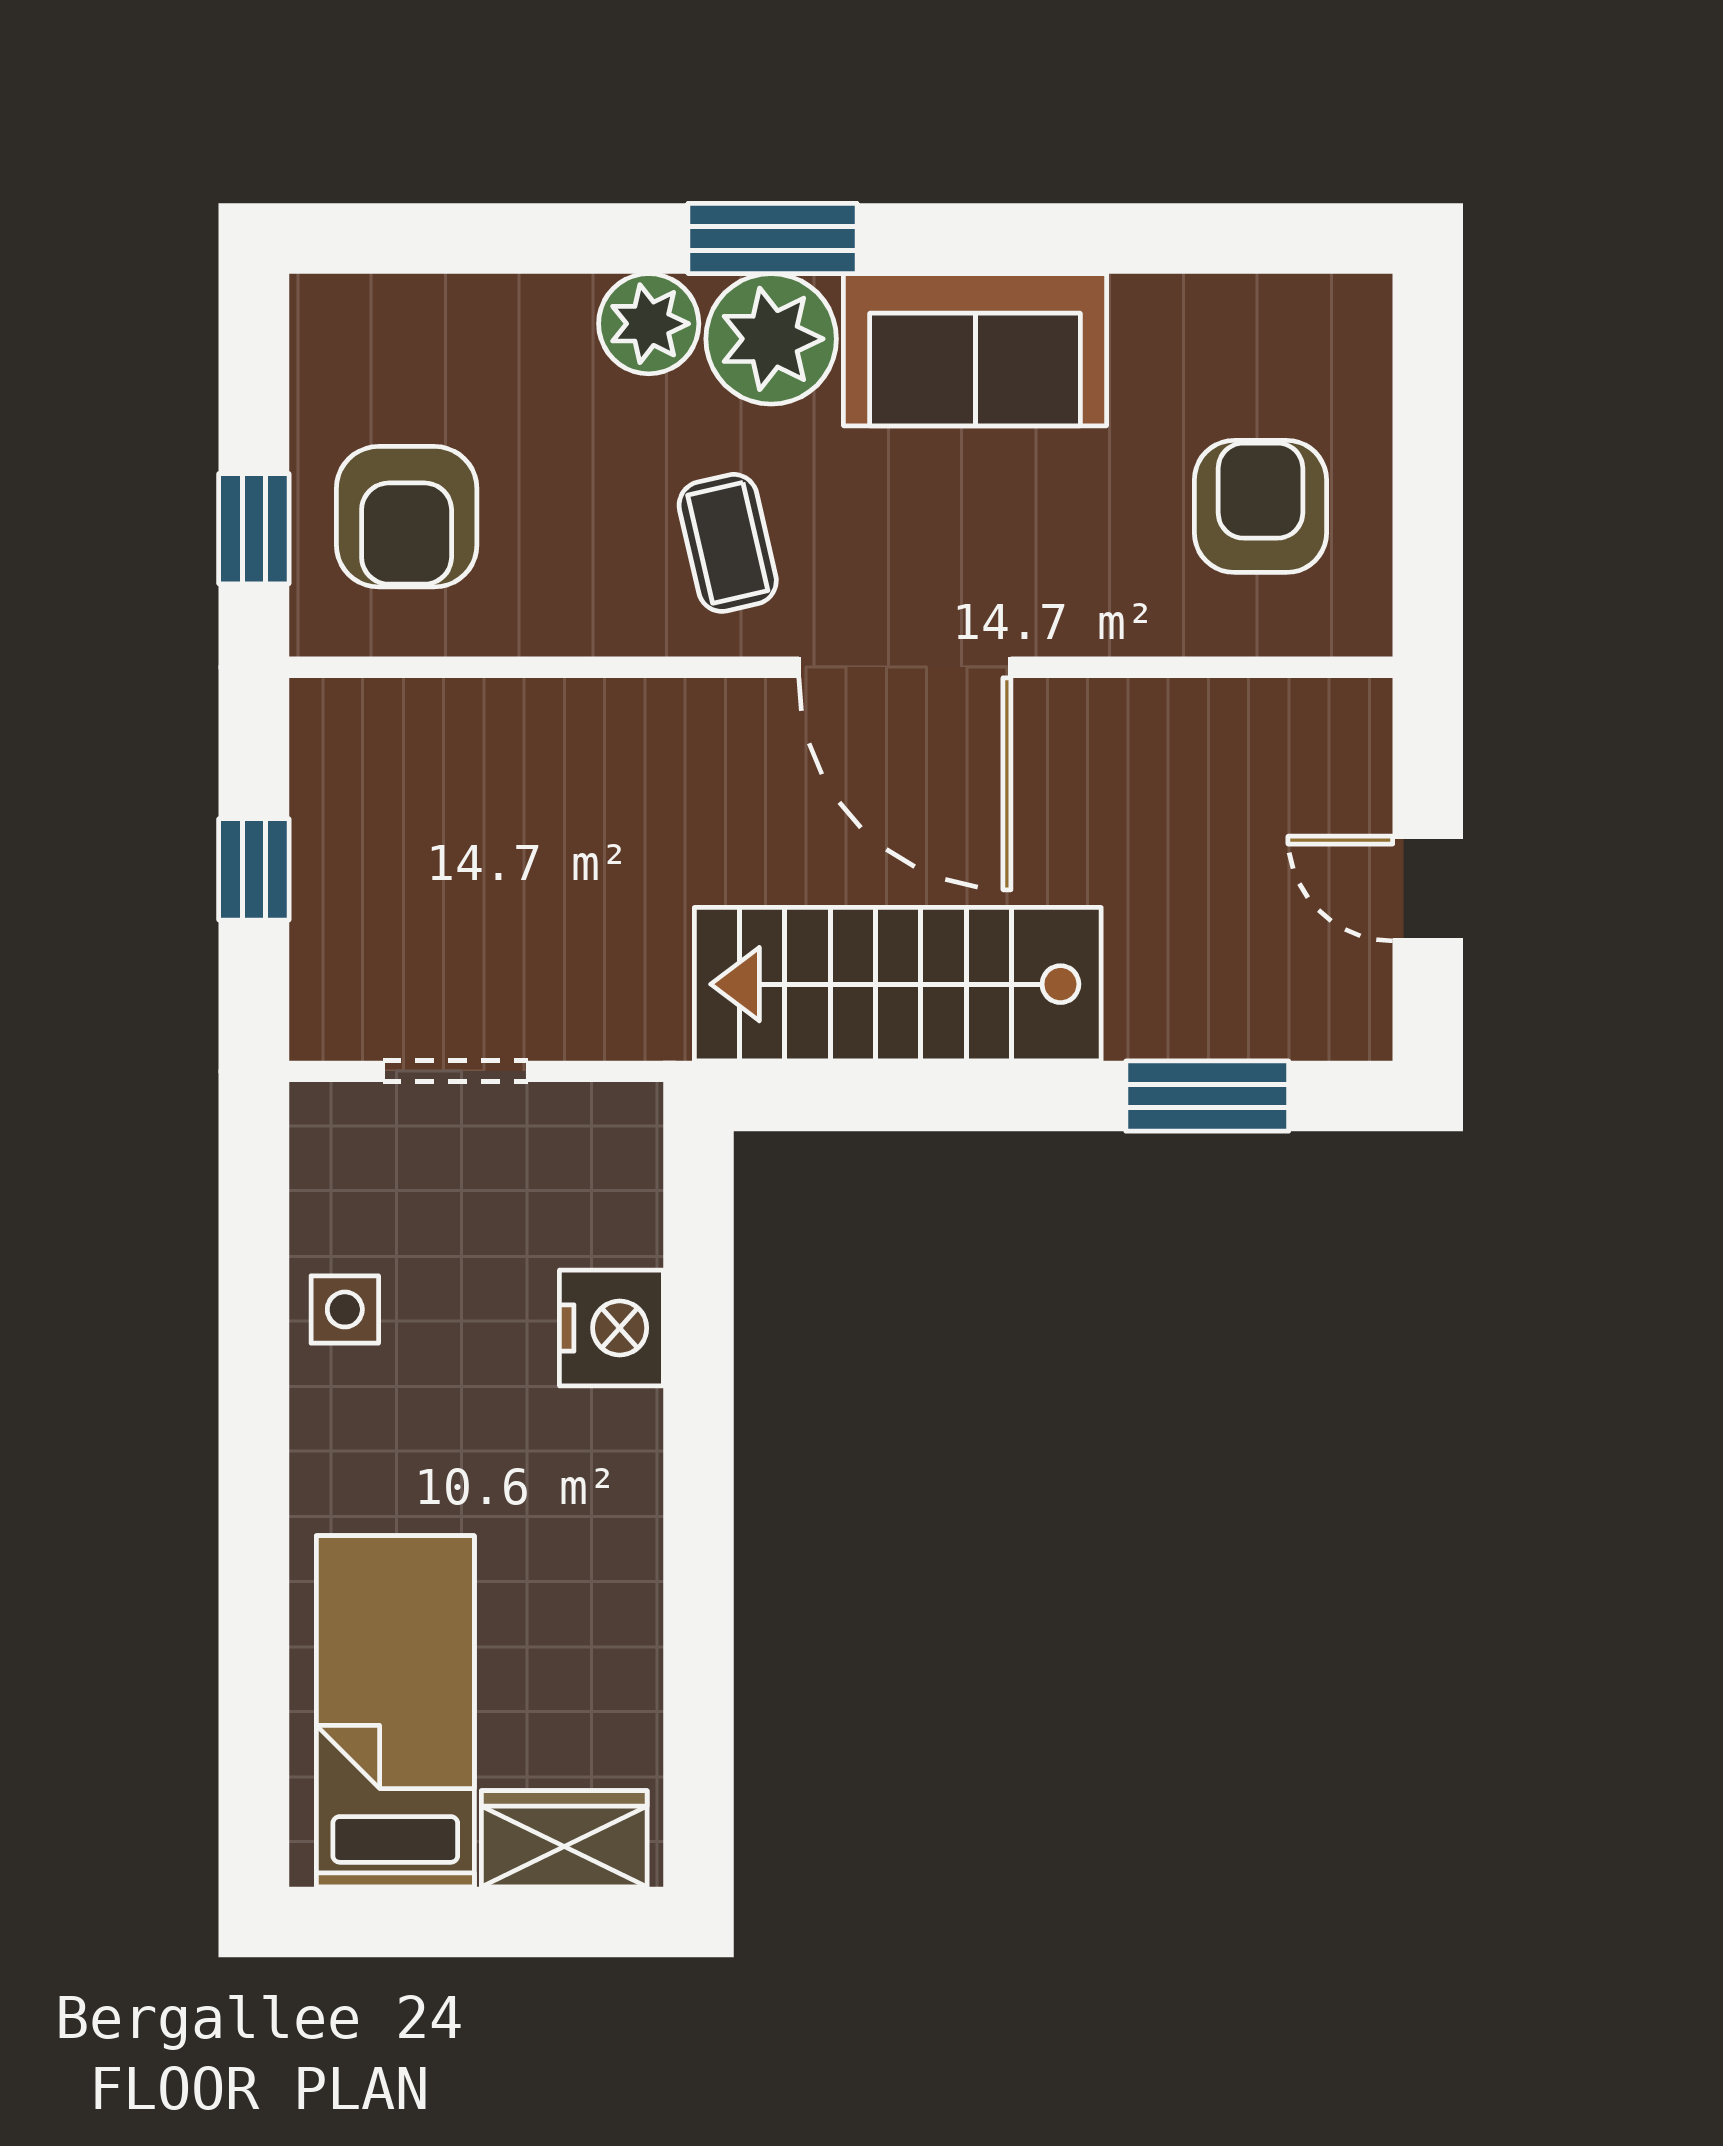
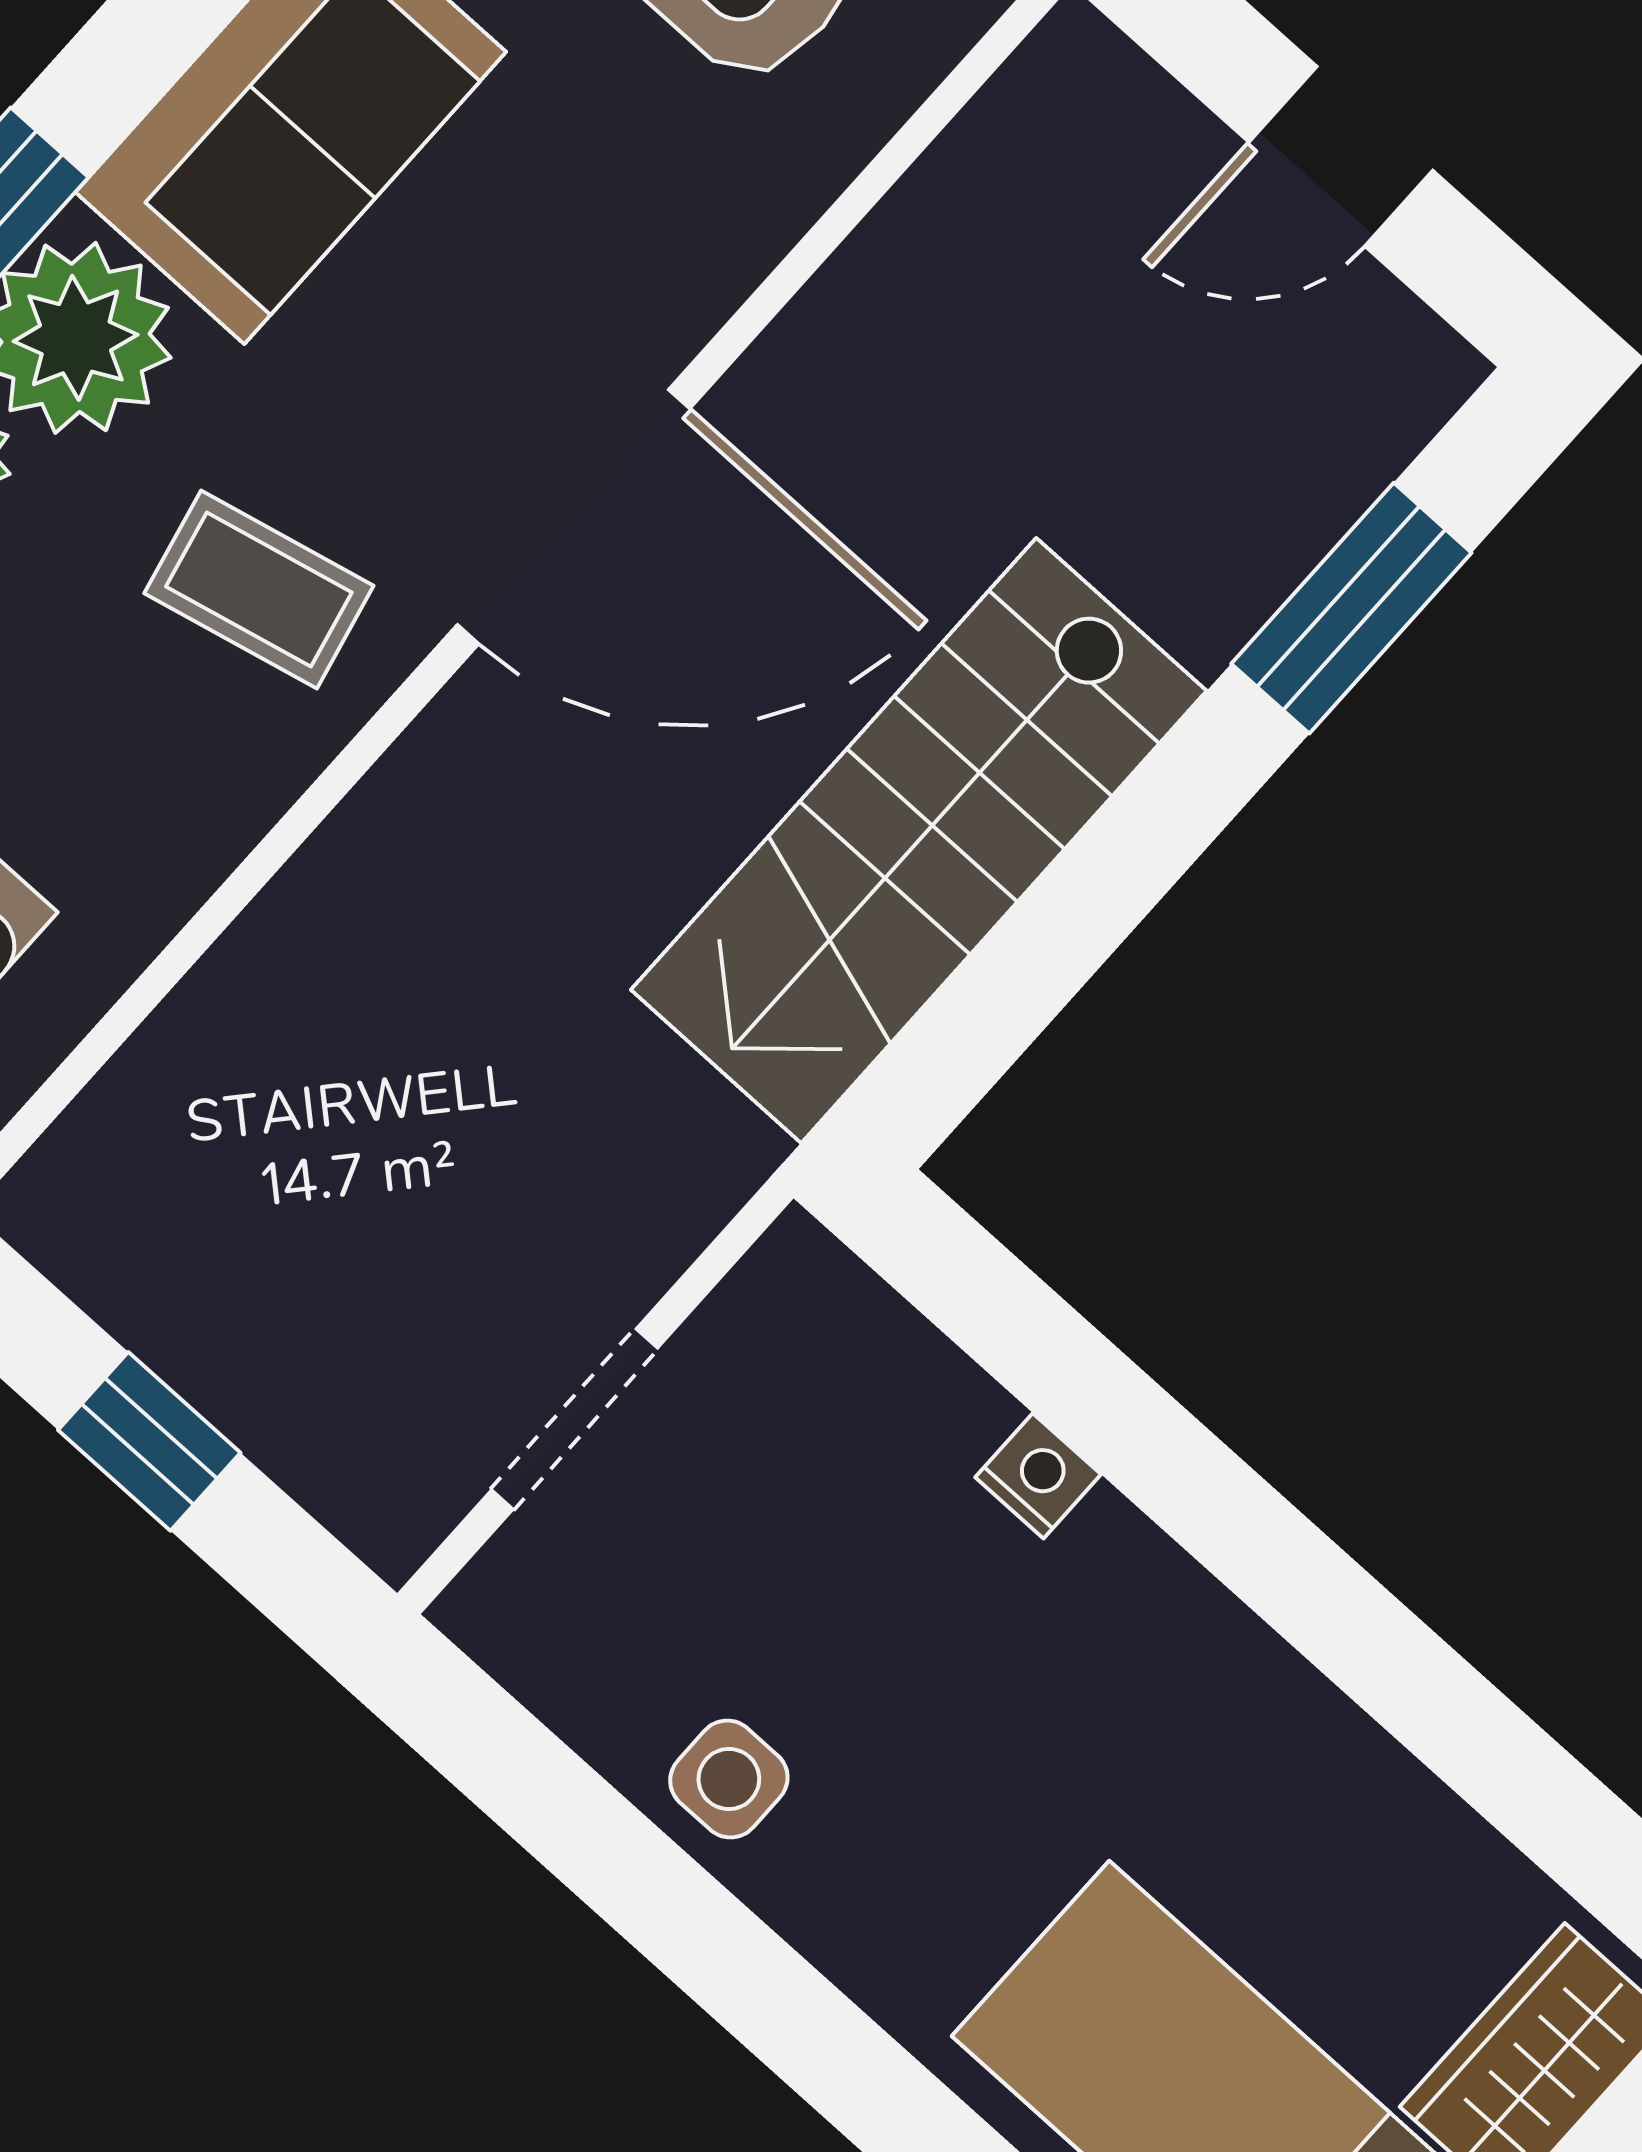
nightstand: (611, 1328) -> (1038, 1476), width x0.53, depth x0.56

